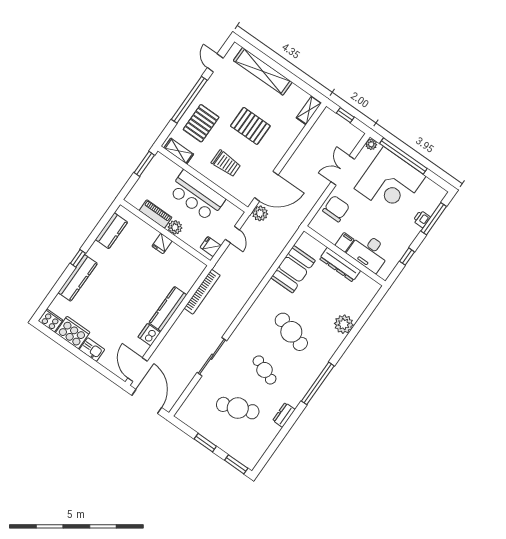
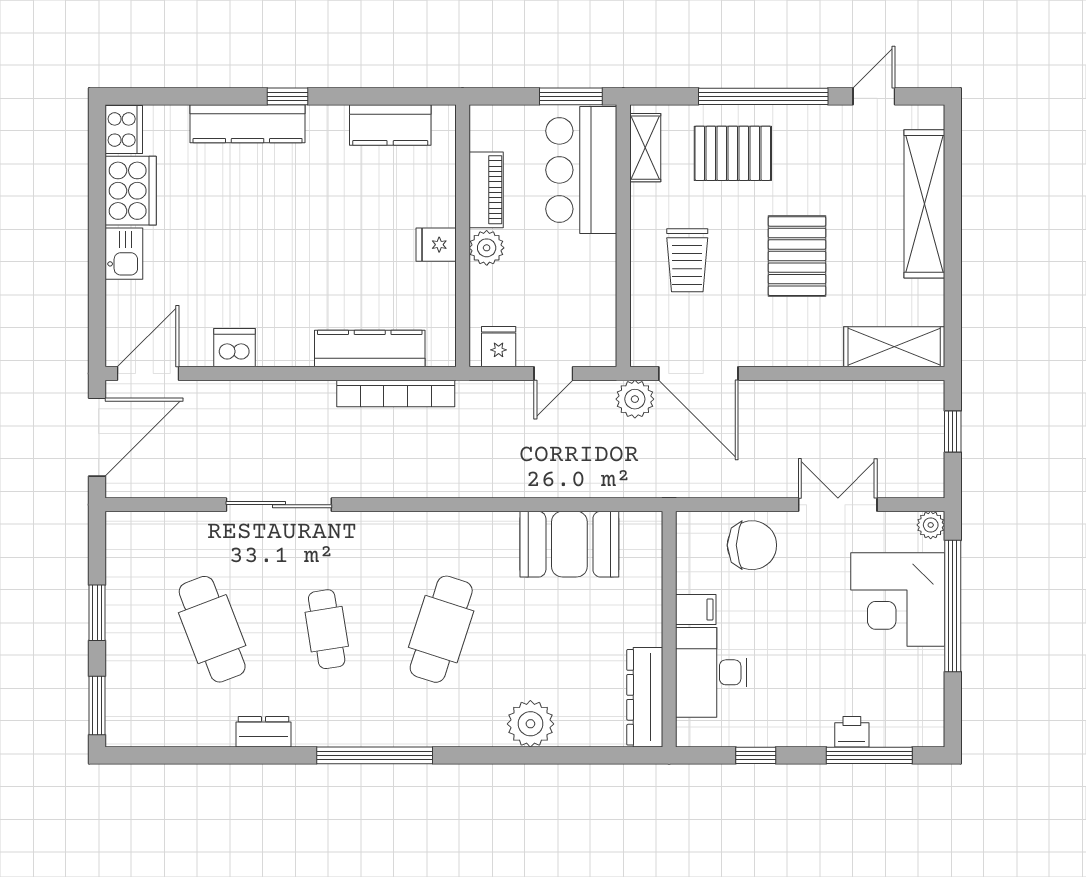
shelving: (309, 110) -> (894, 347), width x1.50, depth x1.33
corner desk: (390, 182) -> (898, 599), width x0.74, depth x0.74
bar counter: (197, 196) -> (581, 170), moved
dresser: (340, 265) -> (645, 697), moved
kitchen counter: (168, 309) -> (370, 349), moved
cafe table: (265, 370) -> (327, 629), turned -30

